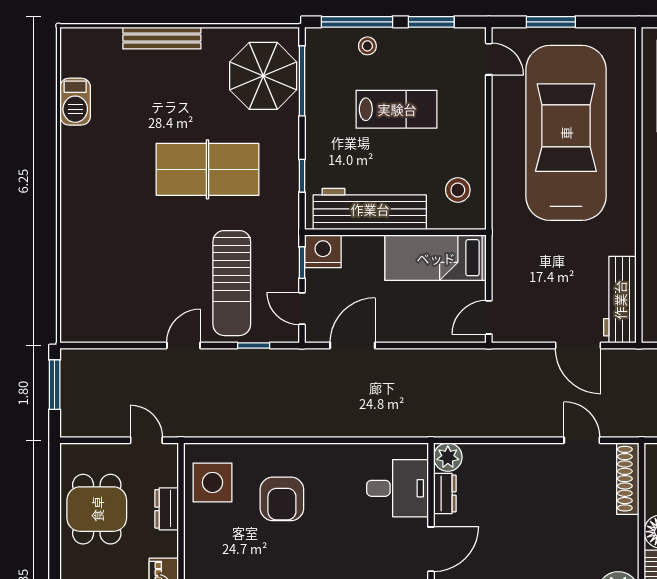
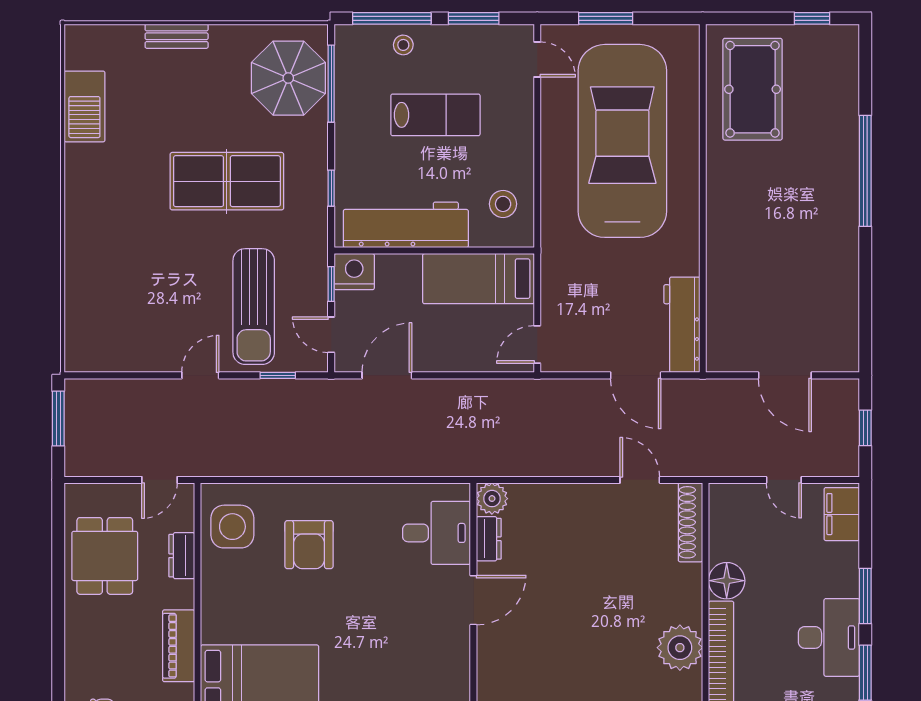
bench: (162, 38) -> (177, 36), width x0.73
barbecue: (75, 102) -> (84, 106), width x1.37, depth x1.21
door: (146, 440) -> (160, 480), swing flipped

